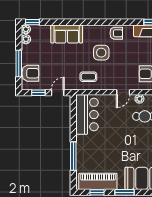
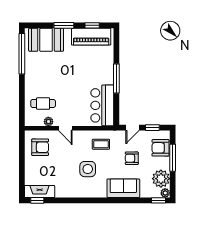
armchair: (116, 33) -> (132, 158), moved
plant: (26, 39) -> (161, 179), width x1.87, depth x1.87
door: (123, 92) -> (65, 128), swing flipped
window: (73, 156) -> (116, 78), moved

